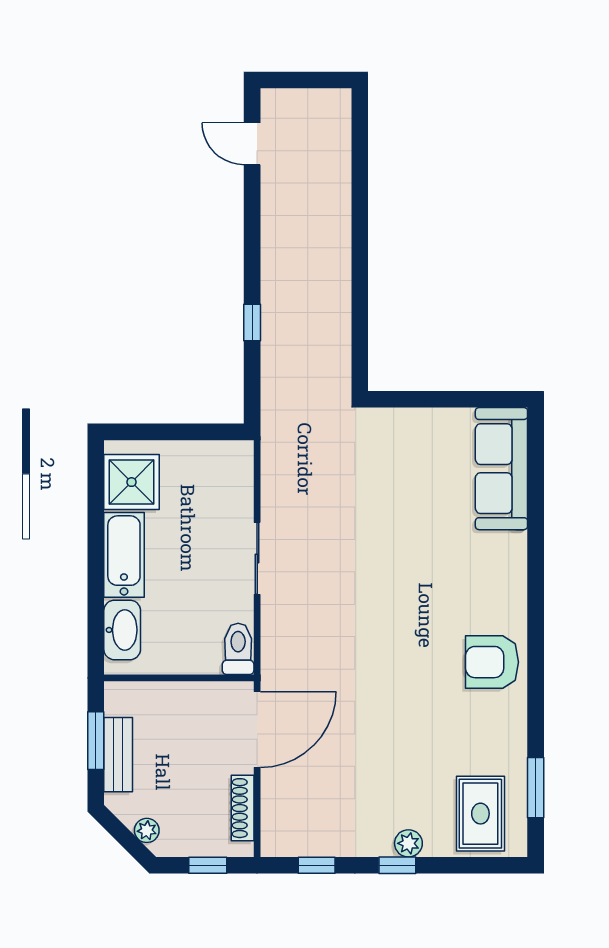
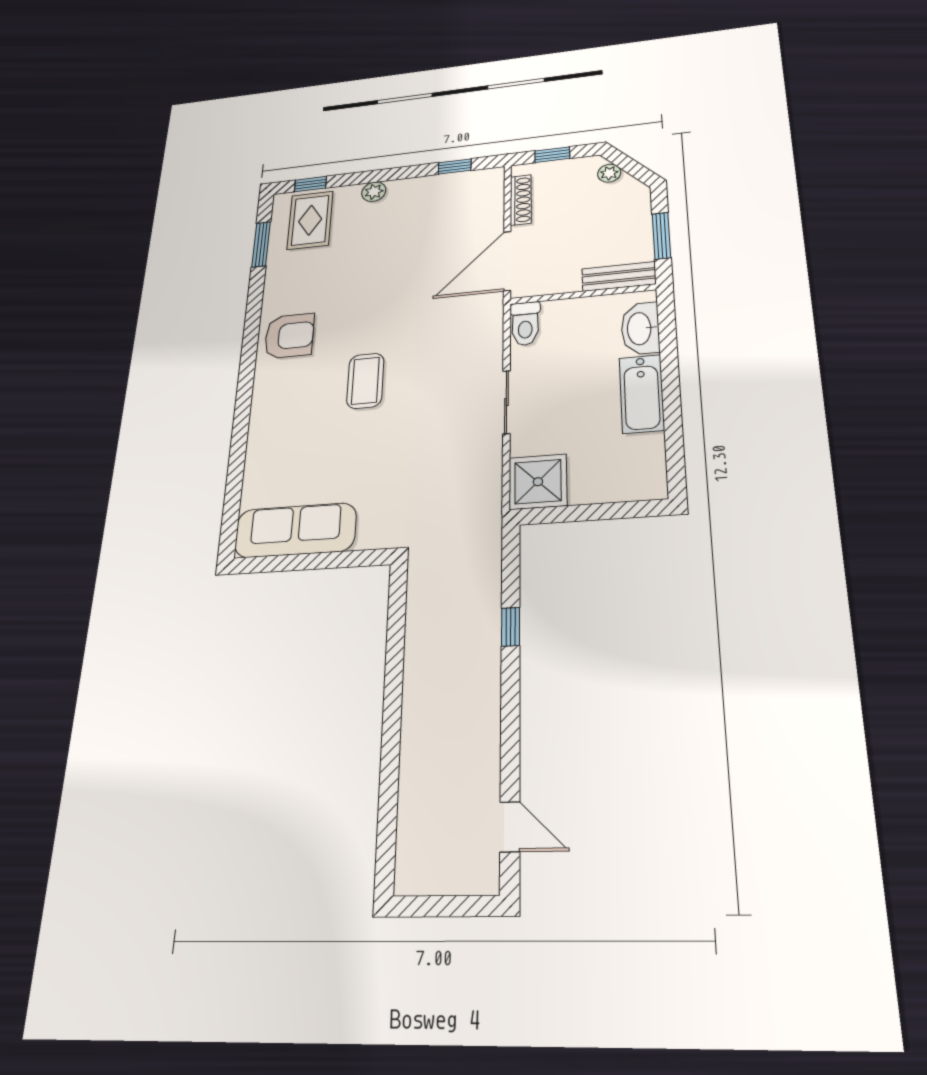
sofa: (501, 469) -> (295, 530), moved, turned -90
shower: (132, 482) -> (538, 482), moved
coffee table: (404, 598) -> (365, 381), added
bench: (118, 755) -> (619, 276), moved, turned 90
window: (397, 865) -> (310, 184), moved

